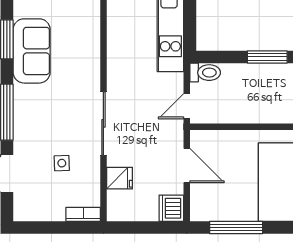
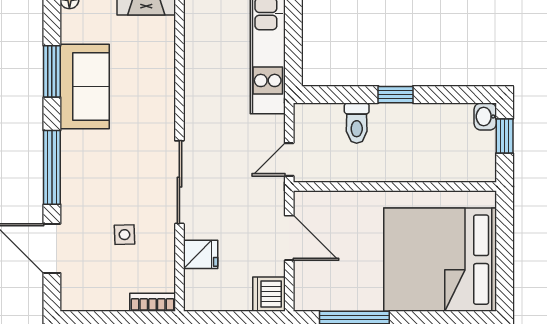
window: (267, 57) -> (396, 95), width x0.67
toilet: (205, 73) -> (357, 123), moved, turned 90

